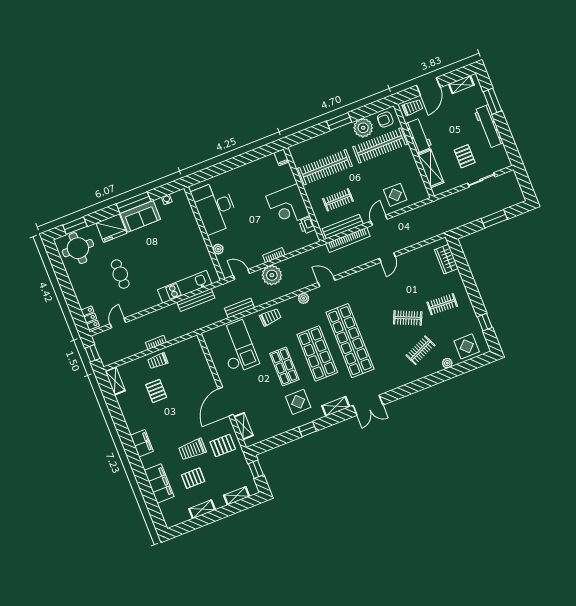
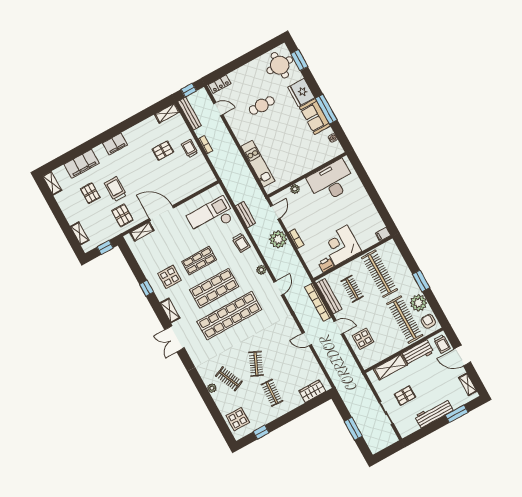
bench: (196, 300) -> (190, 114), moved
checkout: (237, 347) -> (211, 217), turned 180
plant: (447, 363) -> (212, 388), moved
shelving: (202, 509) -> (52, 183), moved

